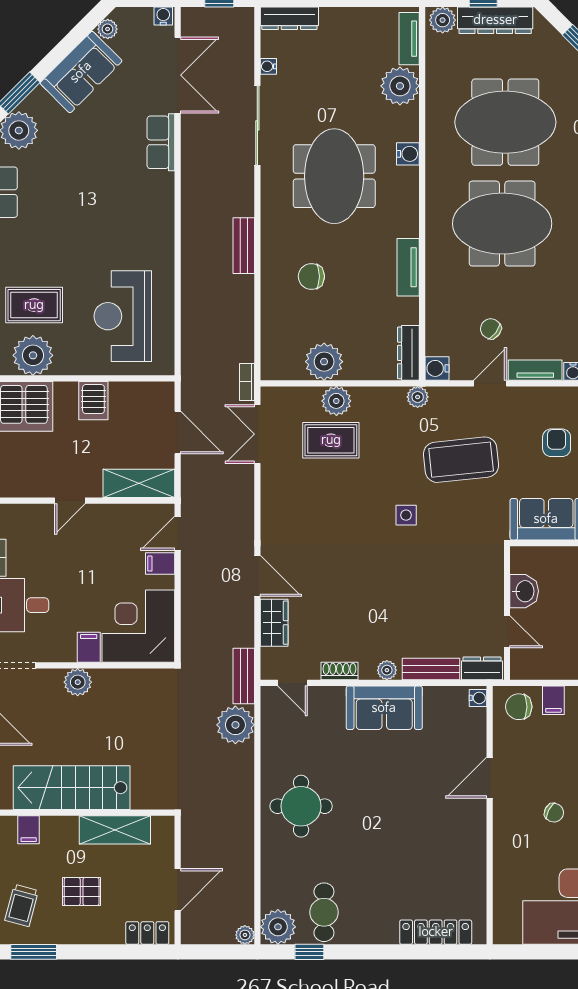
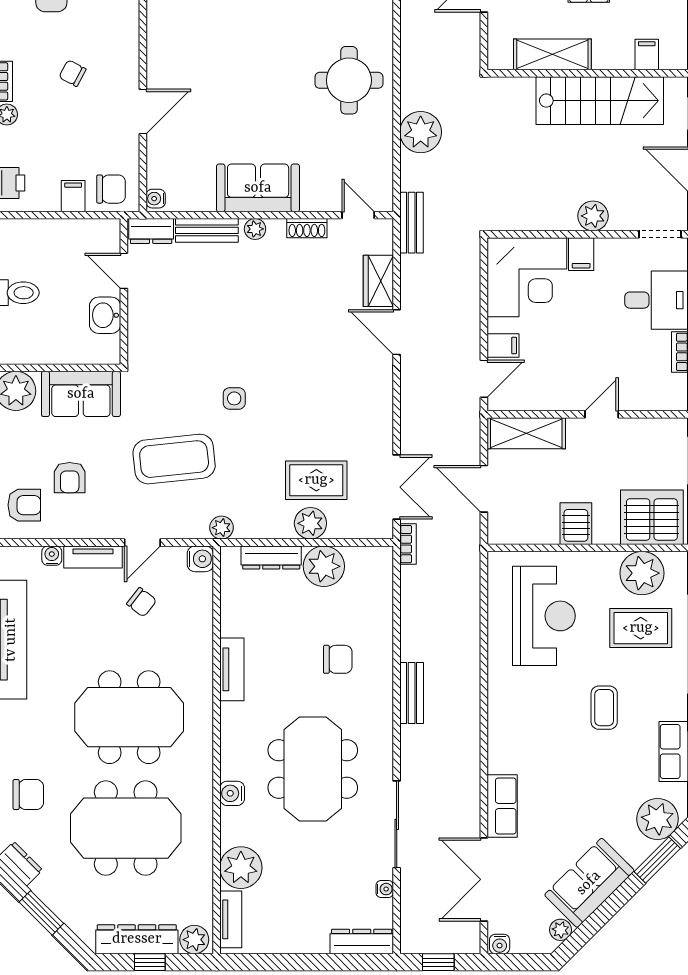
coffee table: (68, 232) -> (604, 708), added
dresser: (408, 353) -> (271, 558), moved, turned 90
plant: (235, 725) -> (421, 132), moved

